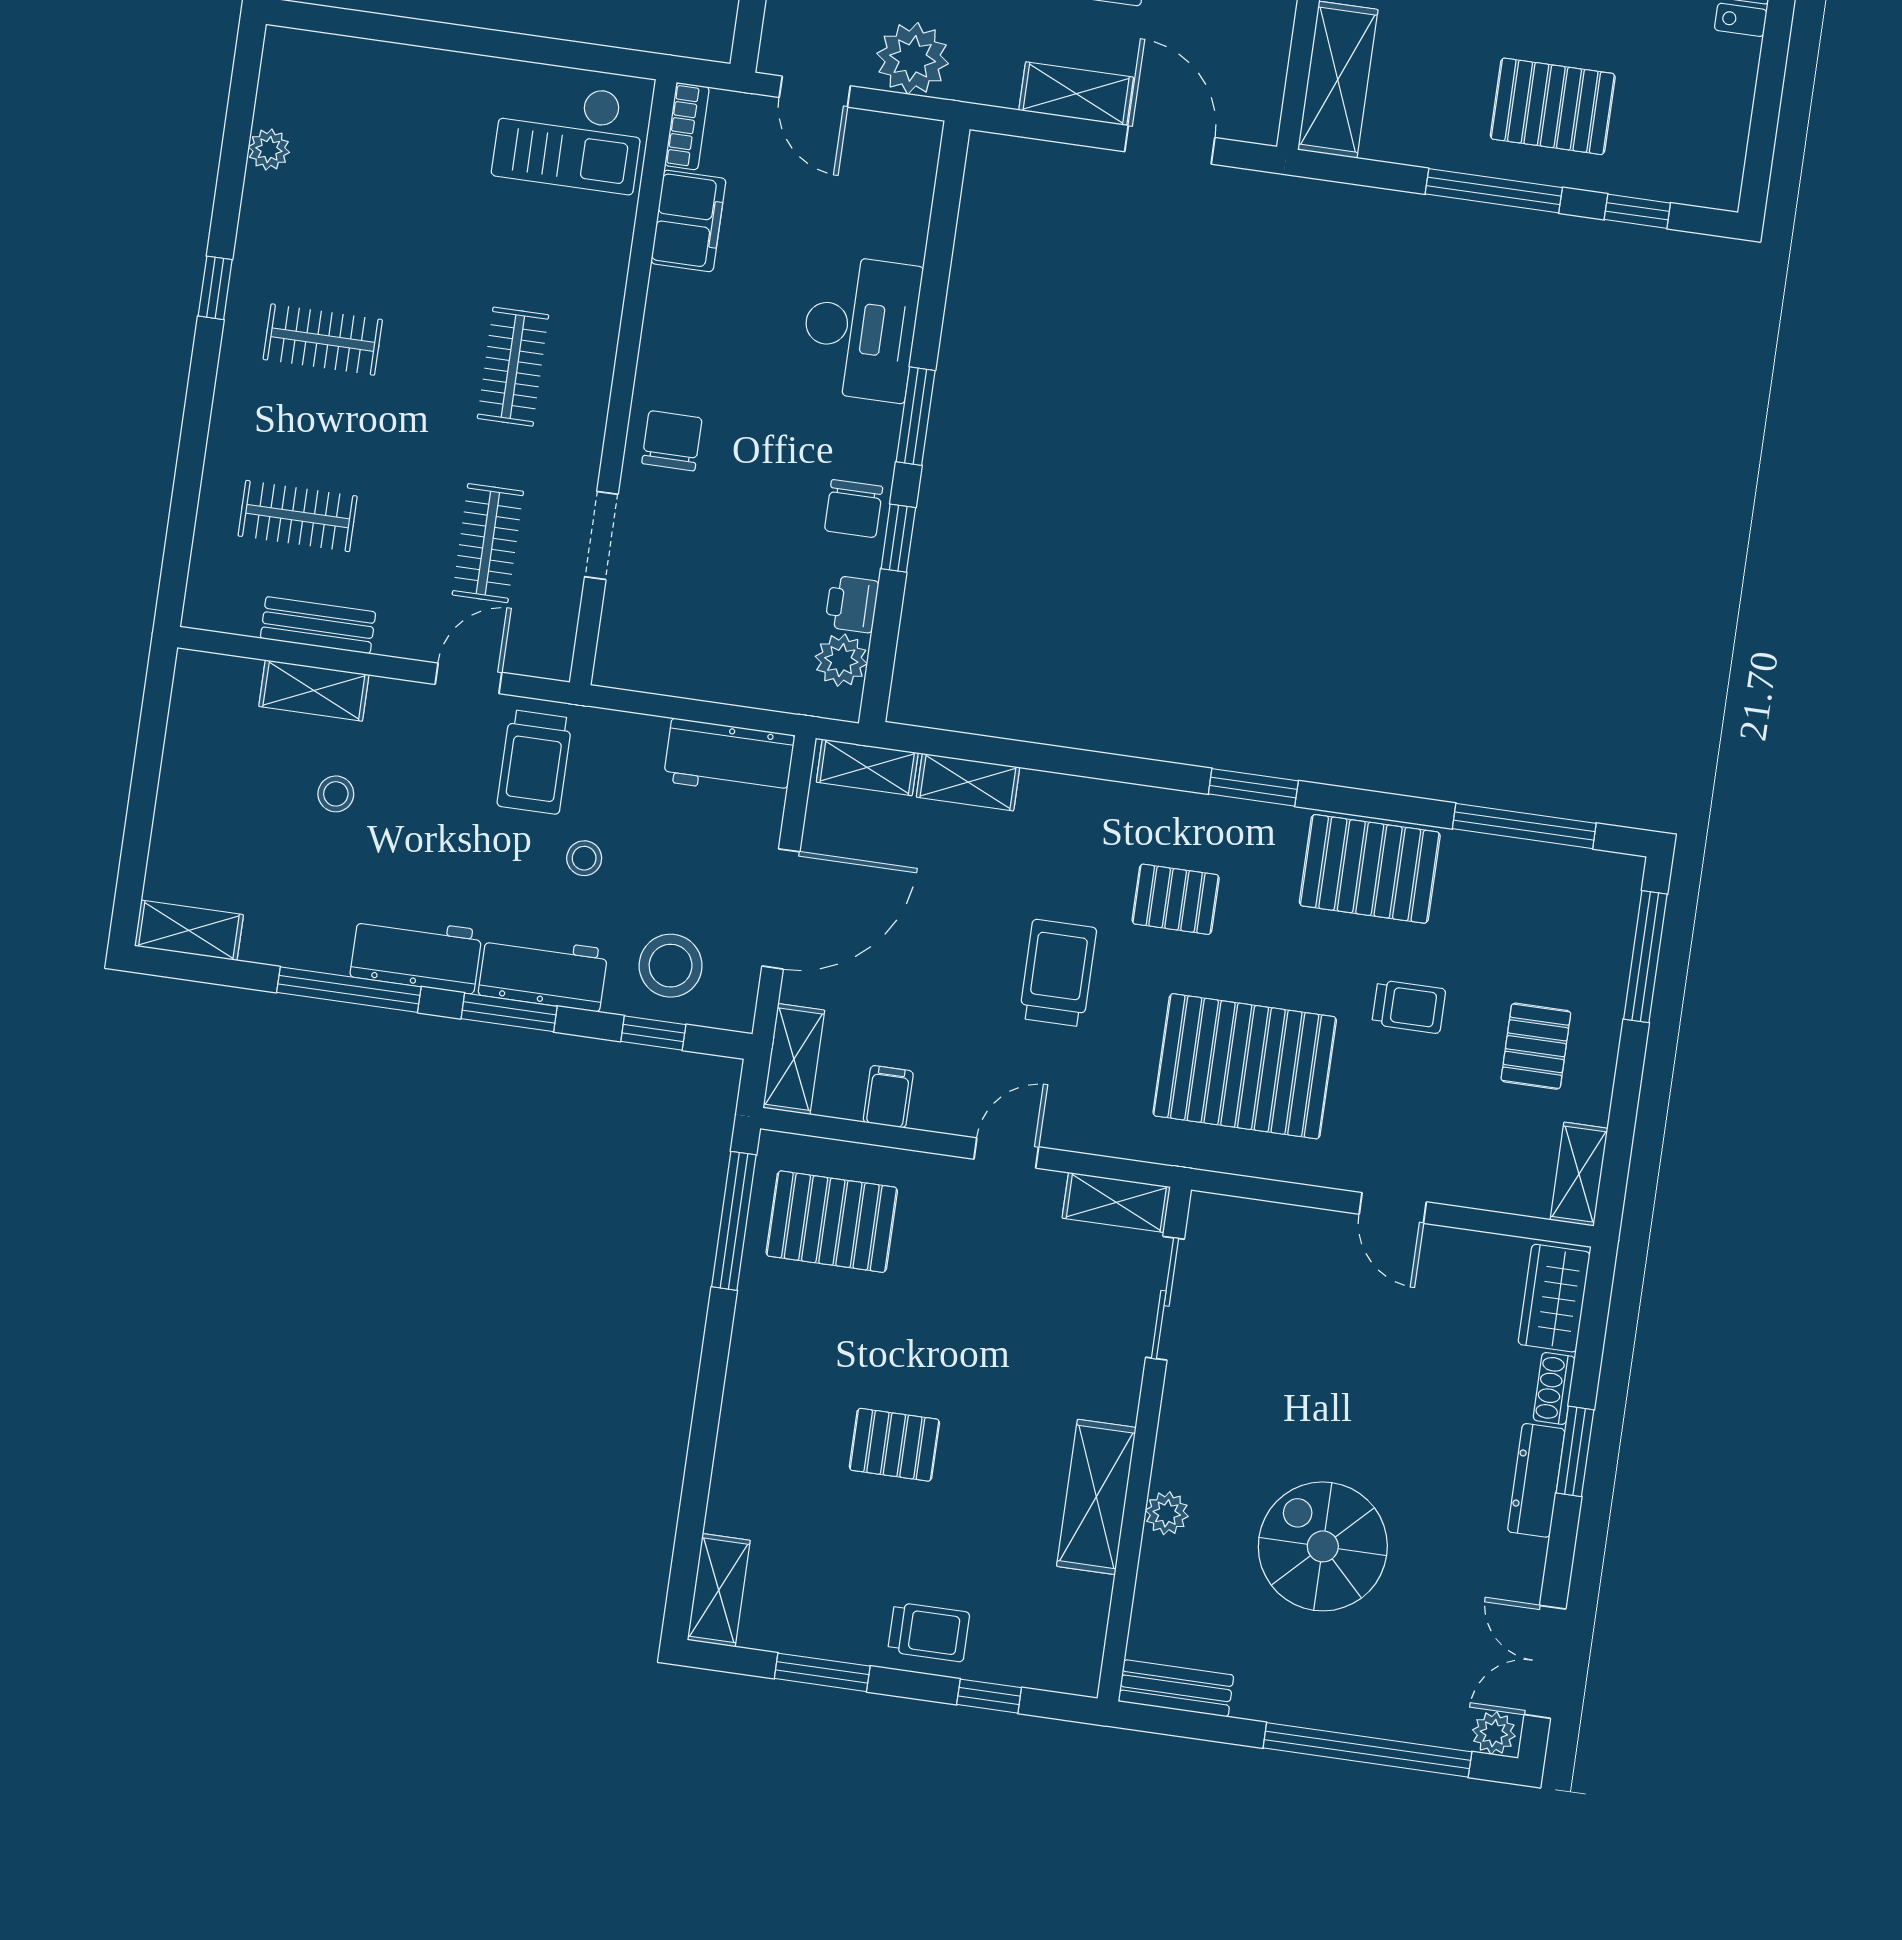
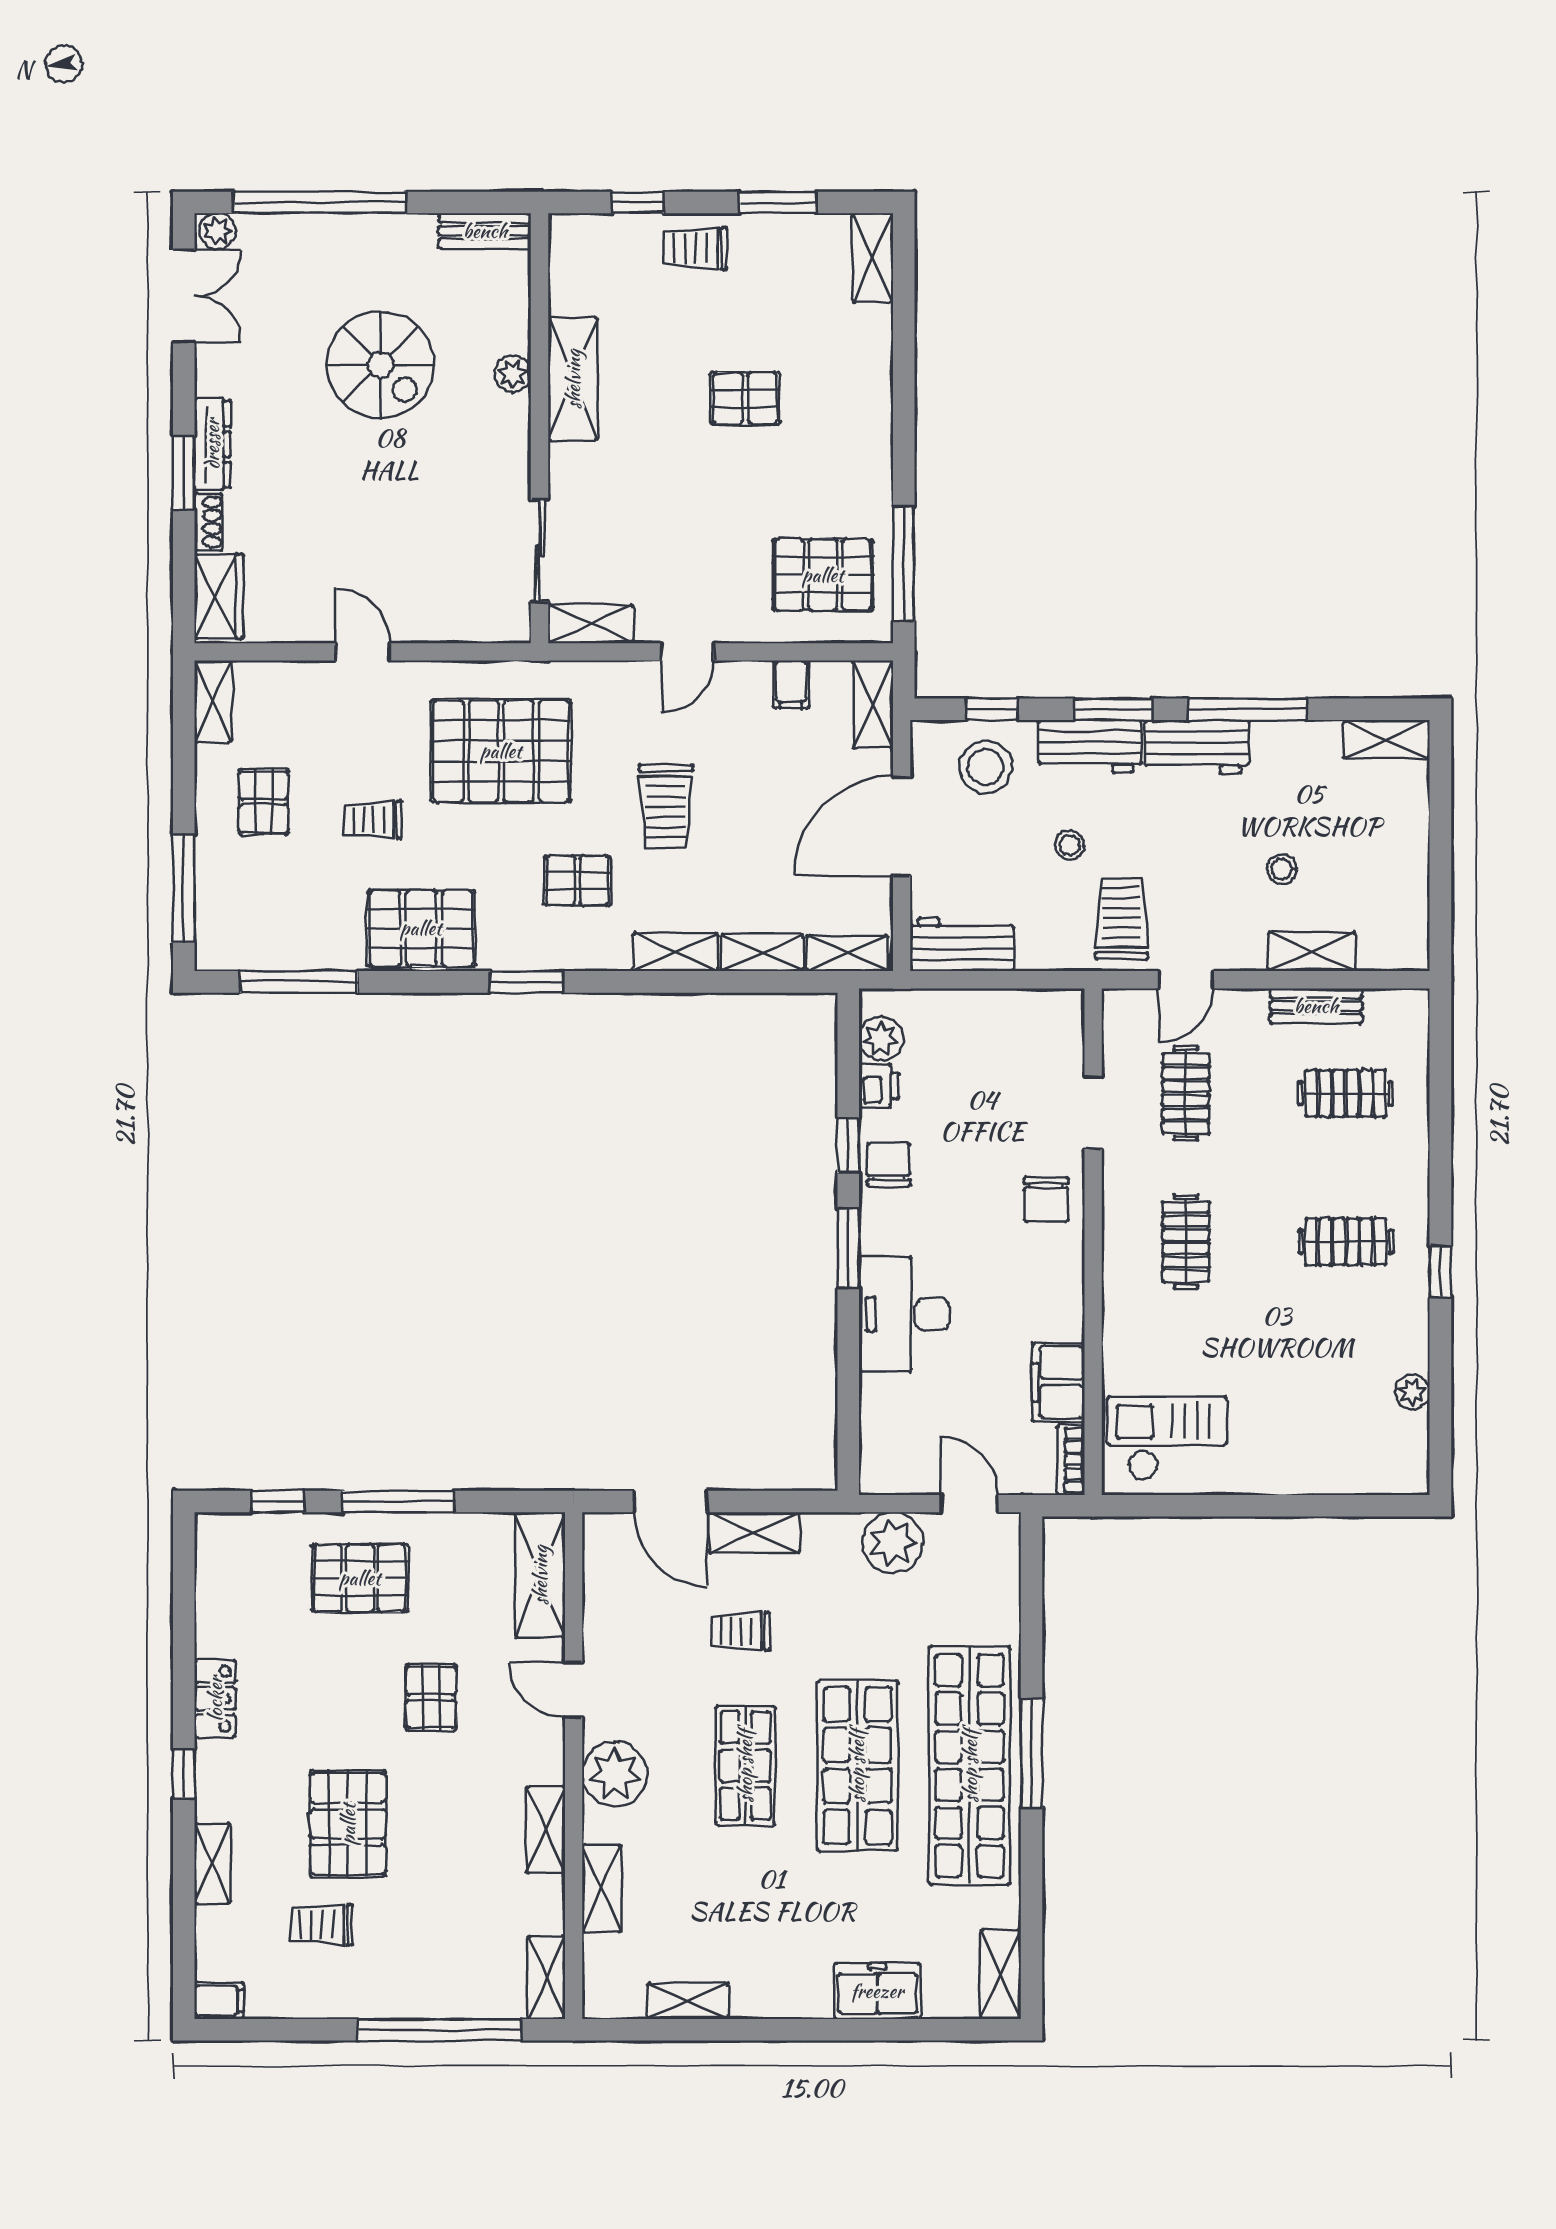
shelving: (1071, 798) -> (675, 952), added

